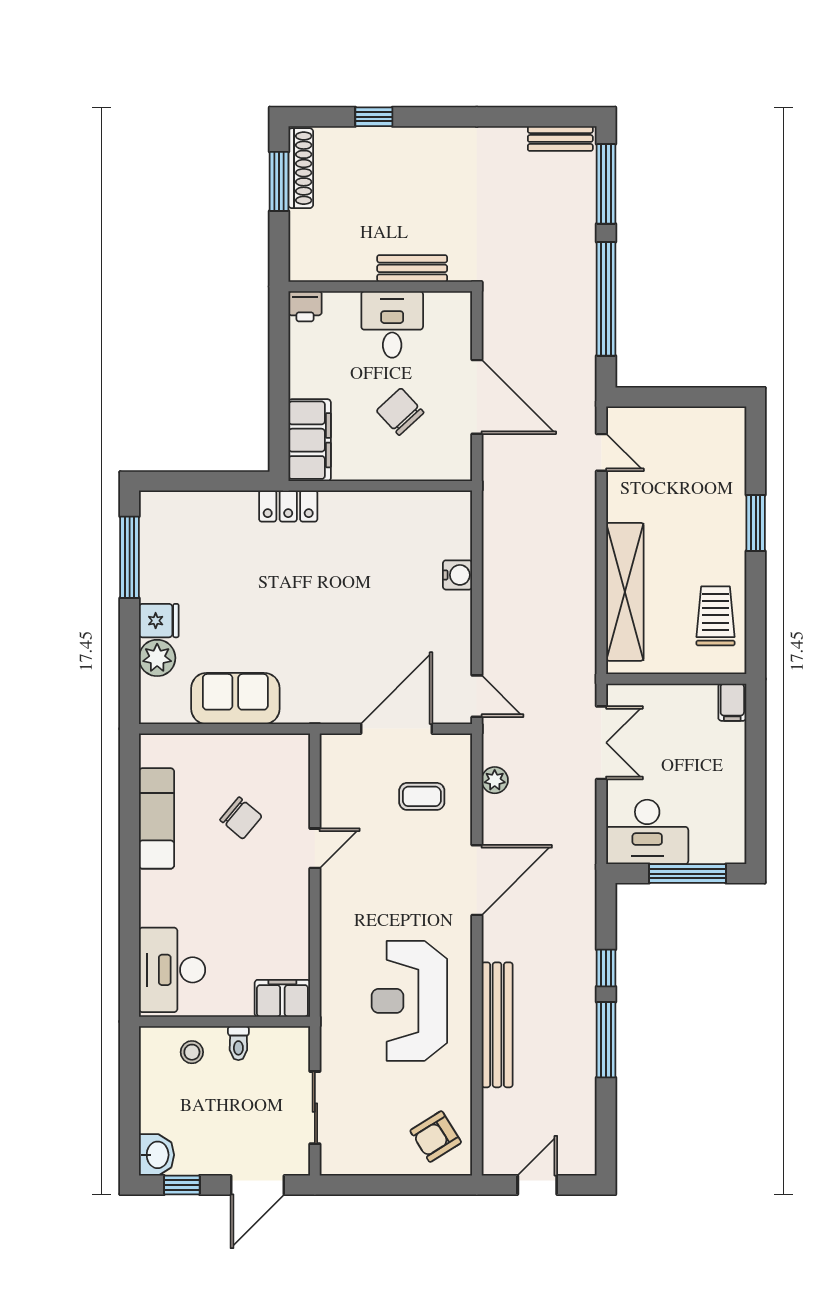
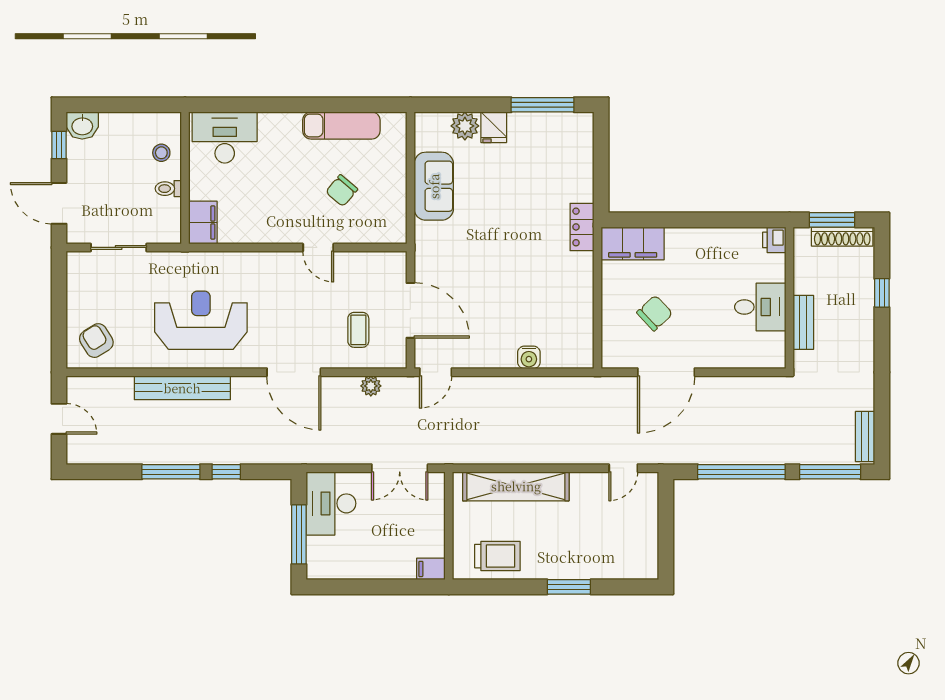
bench: (412, 268) -> (803, 322), moved
wall: (380, 286) -> (789, 298), moved
printer: (305, 306) -> (774, 240), moved
desk: (392, 324) -> (760, 307), moved

